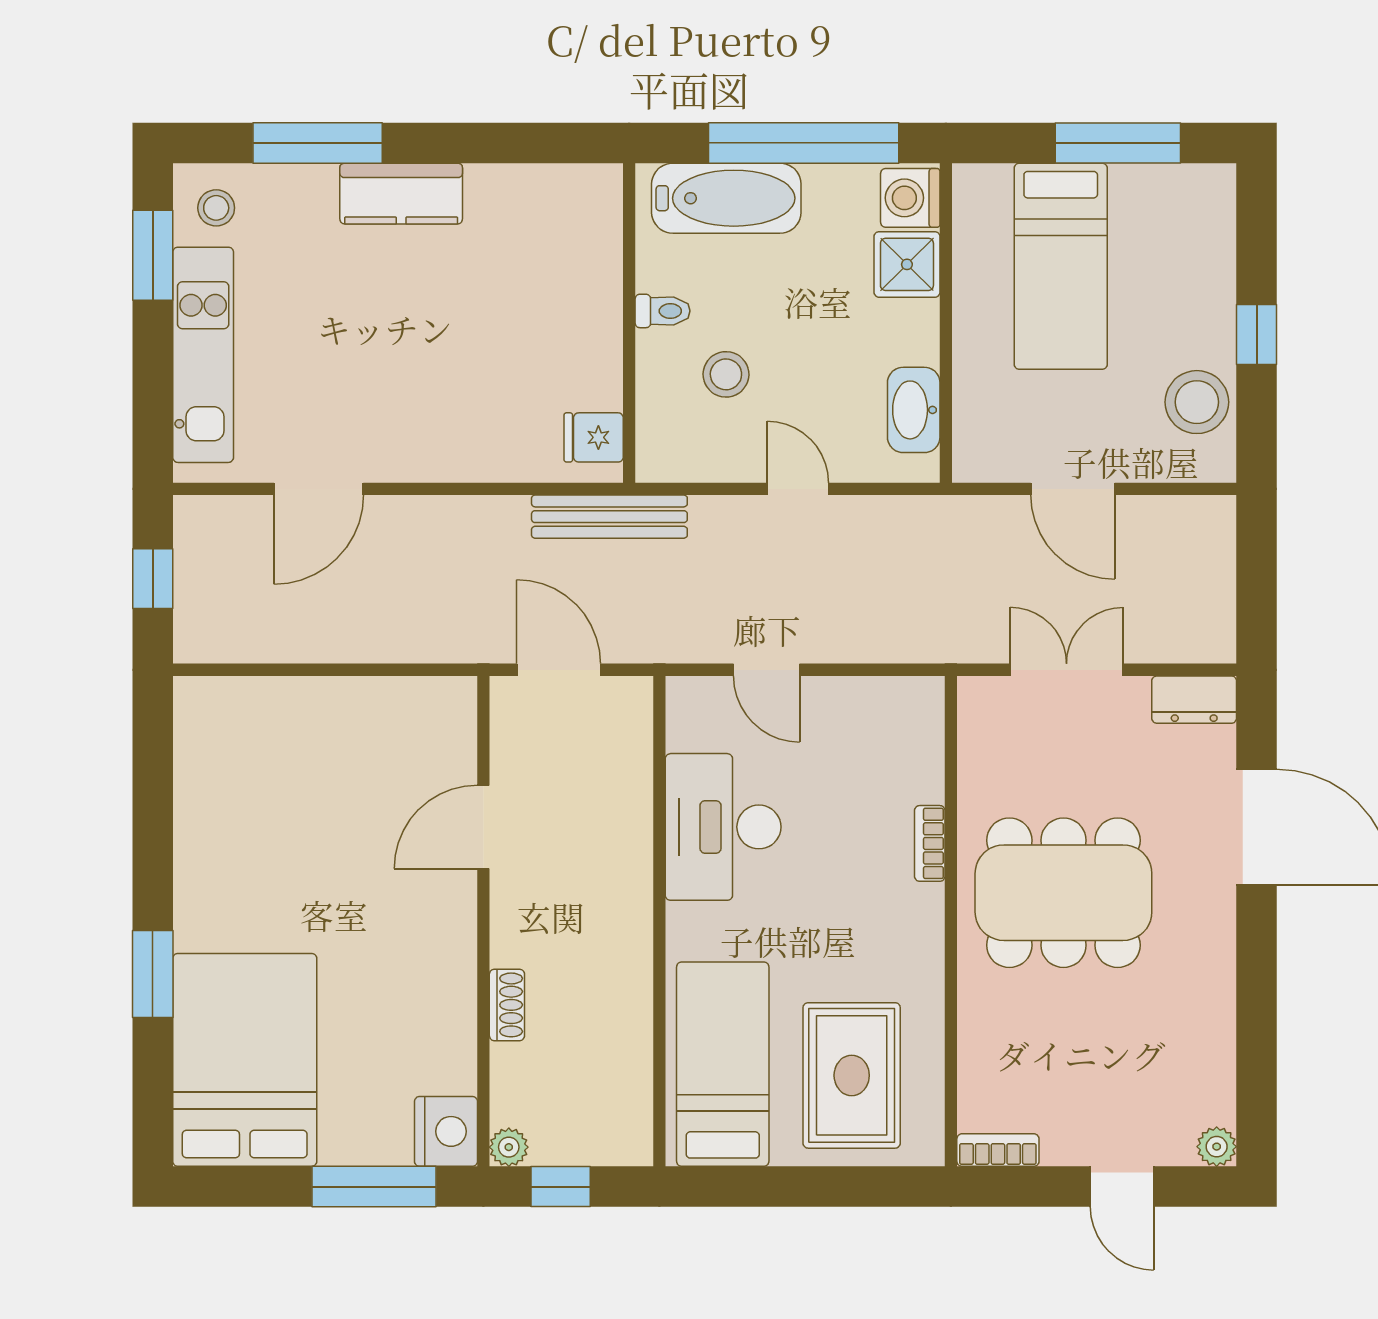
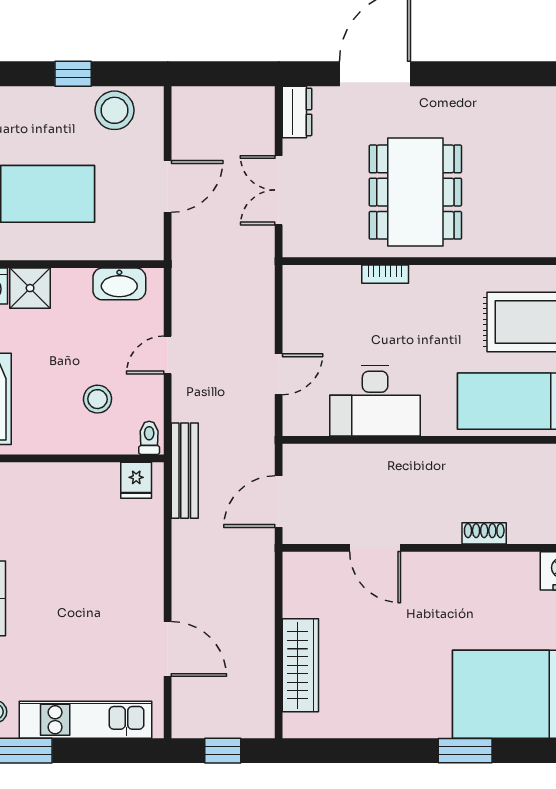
toilet: (663, 311) -> (149, 438), moved
wardrobe: (292, 705) -> (300, 665), added

